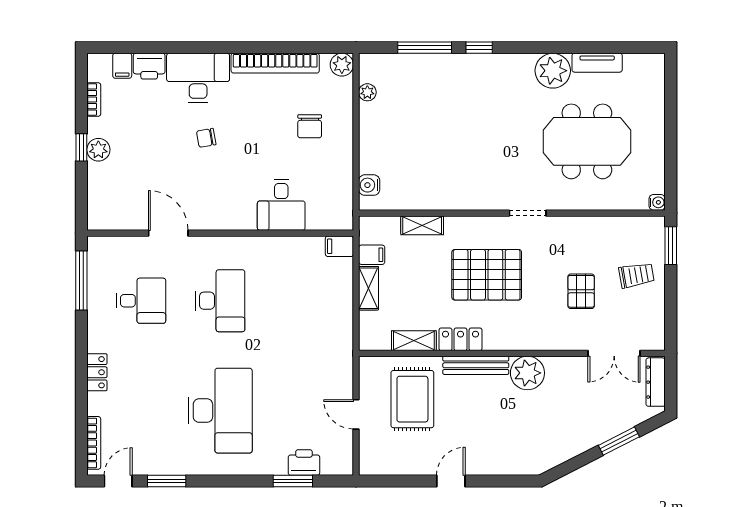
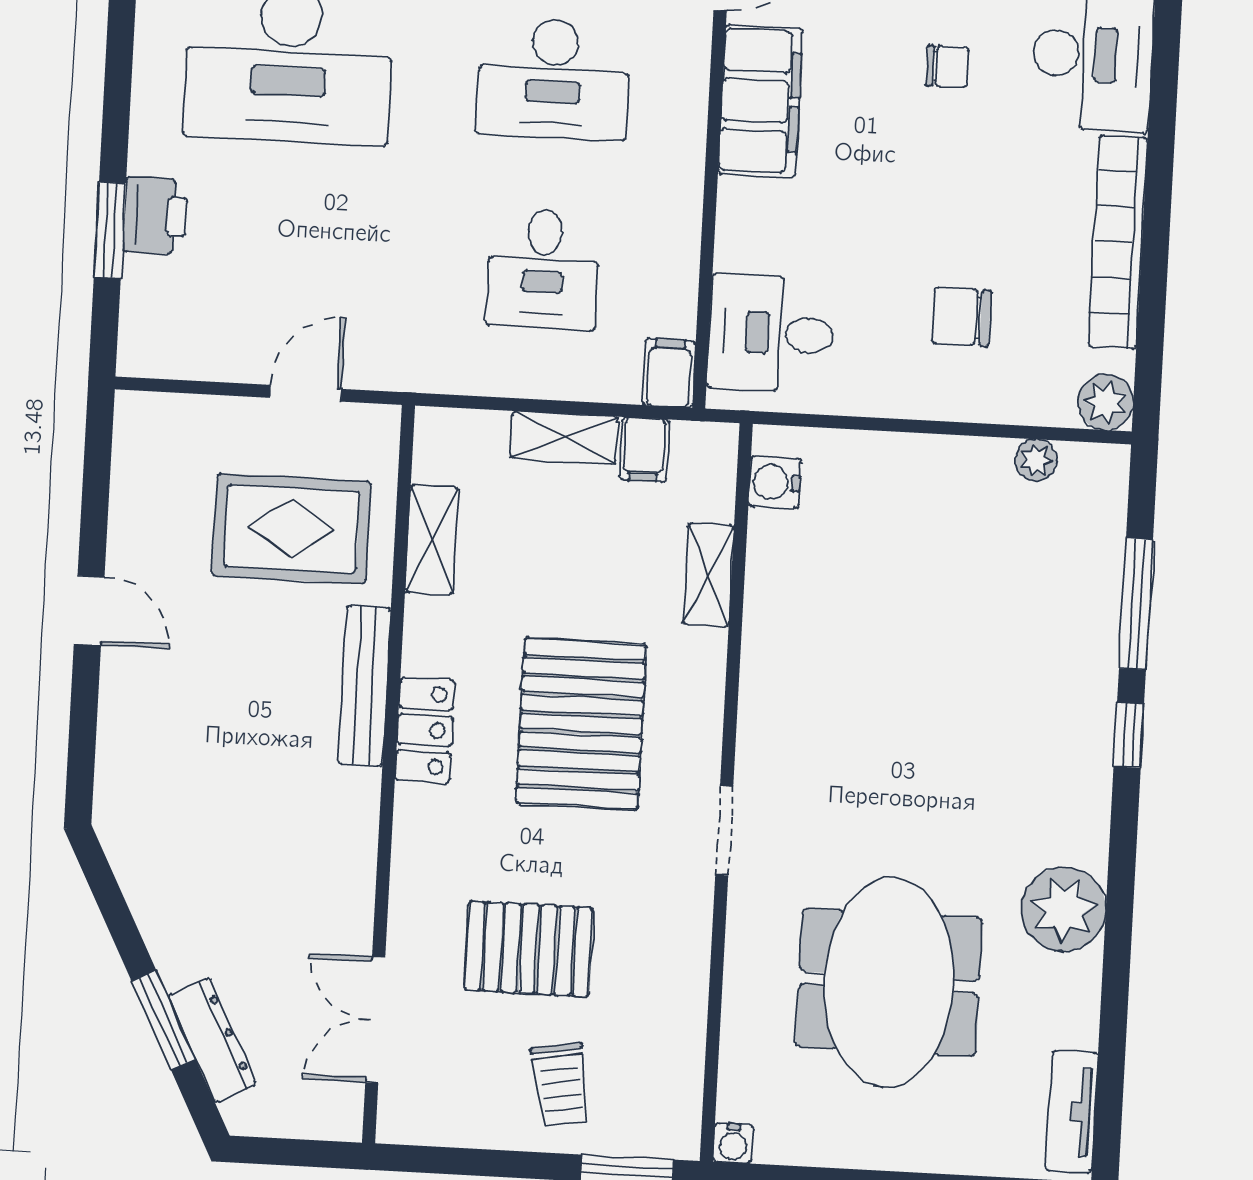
tv unit: (597, 63) -> (1072, 1112), moved
chair: (206, 138) -> (947, 66), turned 100
water cooler: (369, 185) -> (775, 482), moved, turned -90
desk: (281, 205) -> (771, 333), moved
filing cabinet: (225, 214) -> (761, 101), added
pallet: (581, 291) -> (529, 949), width x1.50, depth x1.42
desk: (299, 301) -> (543, 269), added
locker: (460, 339) -> (425, 730), moved
plant: (527, 373) -> (339, 809), removed
dresser: (656, 382) -> (212, 1040), moved, turned 63
door: (356, 414) -> (306, 393), moved
printer: (304, 463) -> (155, 216), moved

